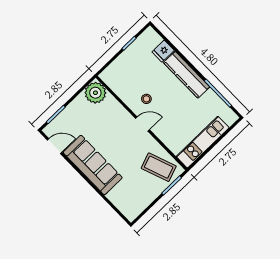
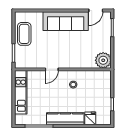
door: (142, 124) -> (52, 69), moved
coffee table: (159, 167) -> (24, 34), moved, turned -70

